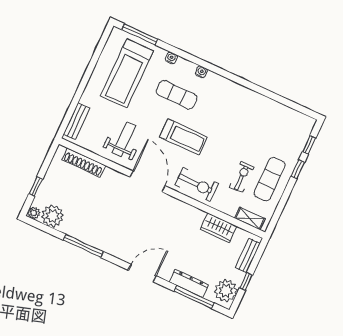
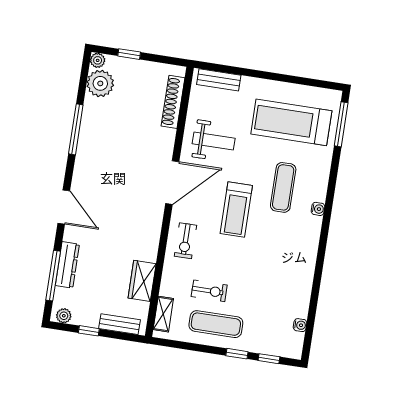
water cooler: (171, 58) -> (300, 325), moved
exercise bike: (197, 184) -> (185, 241), width x0.73, depth x0.72
plant: (226, 291) -> (64, 316), width x0.53, depth x0.53

